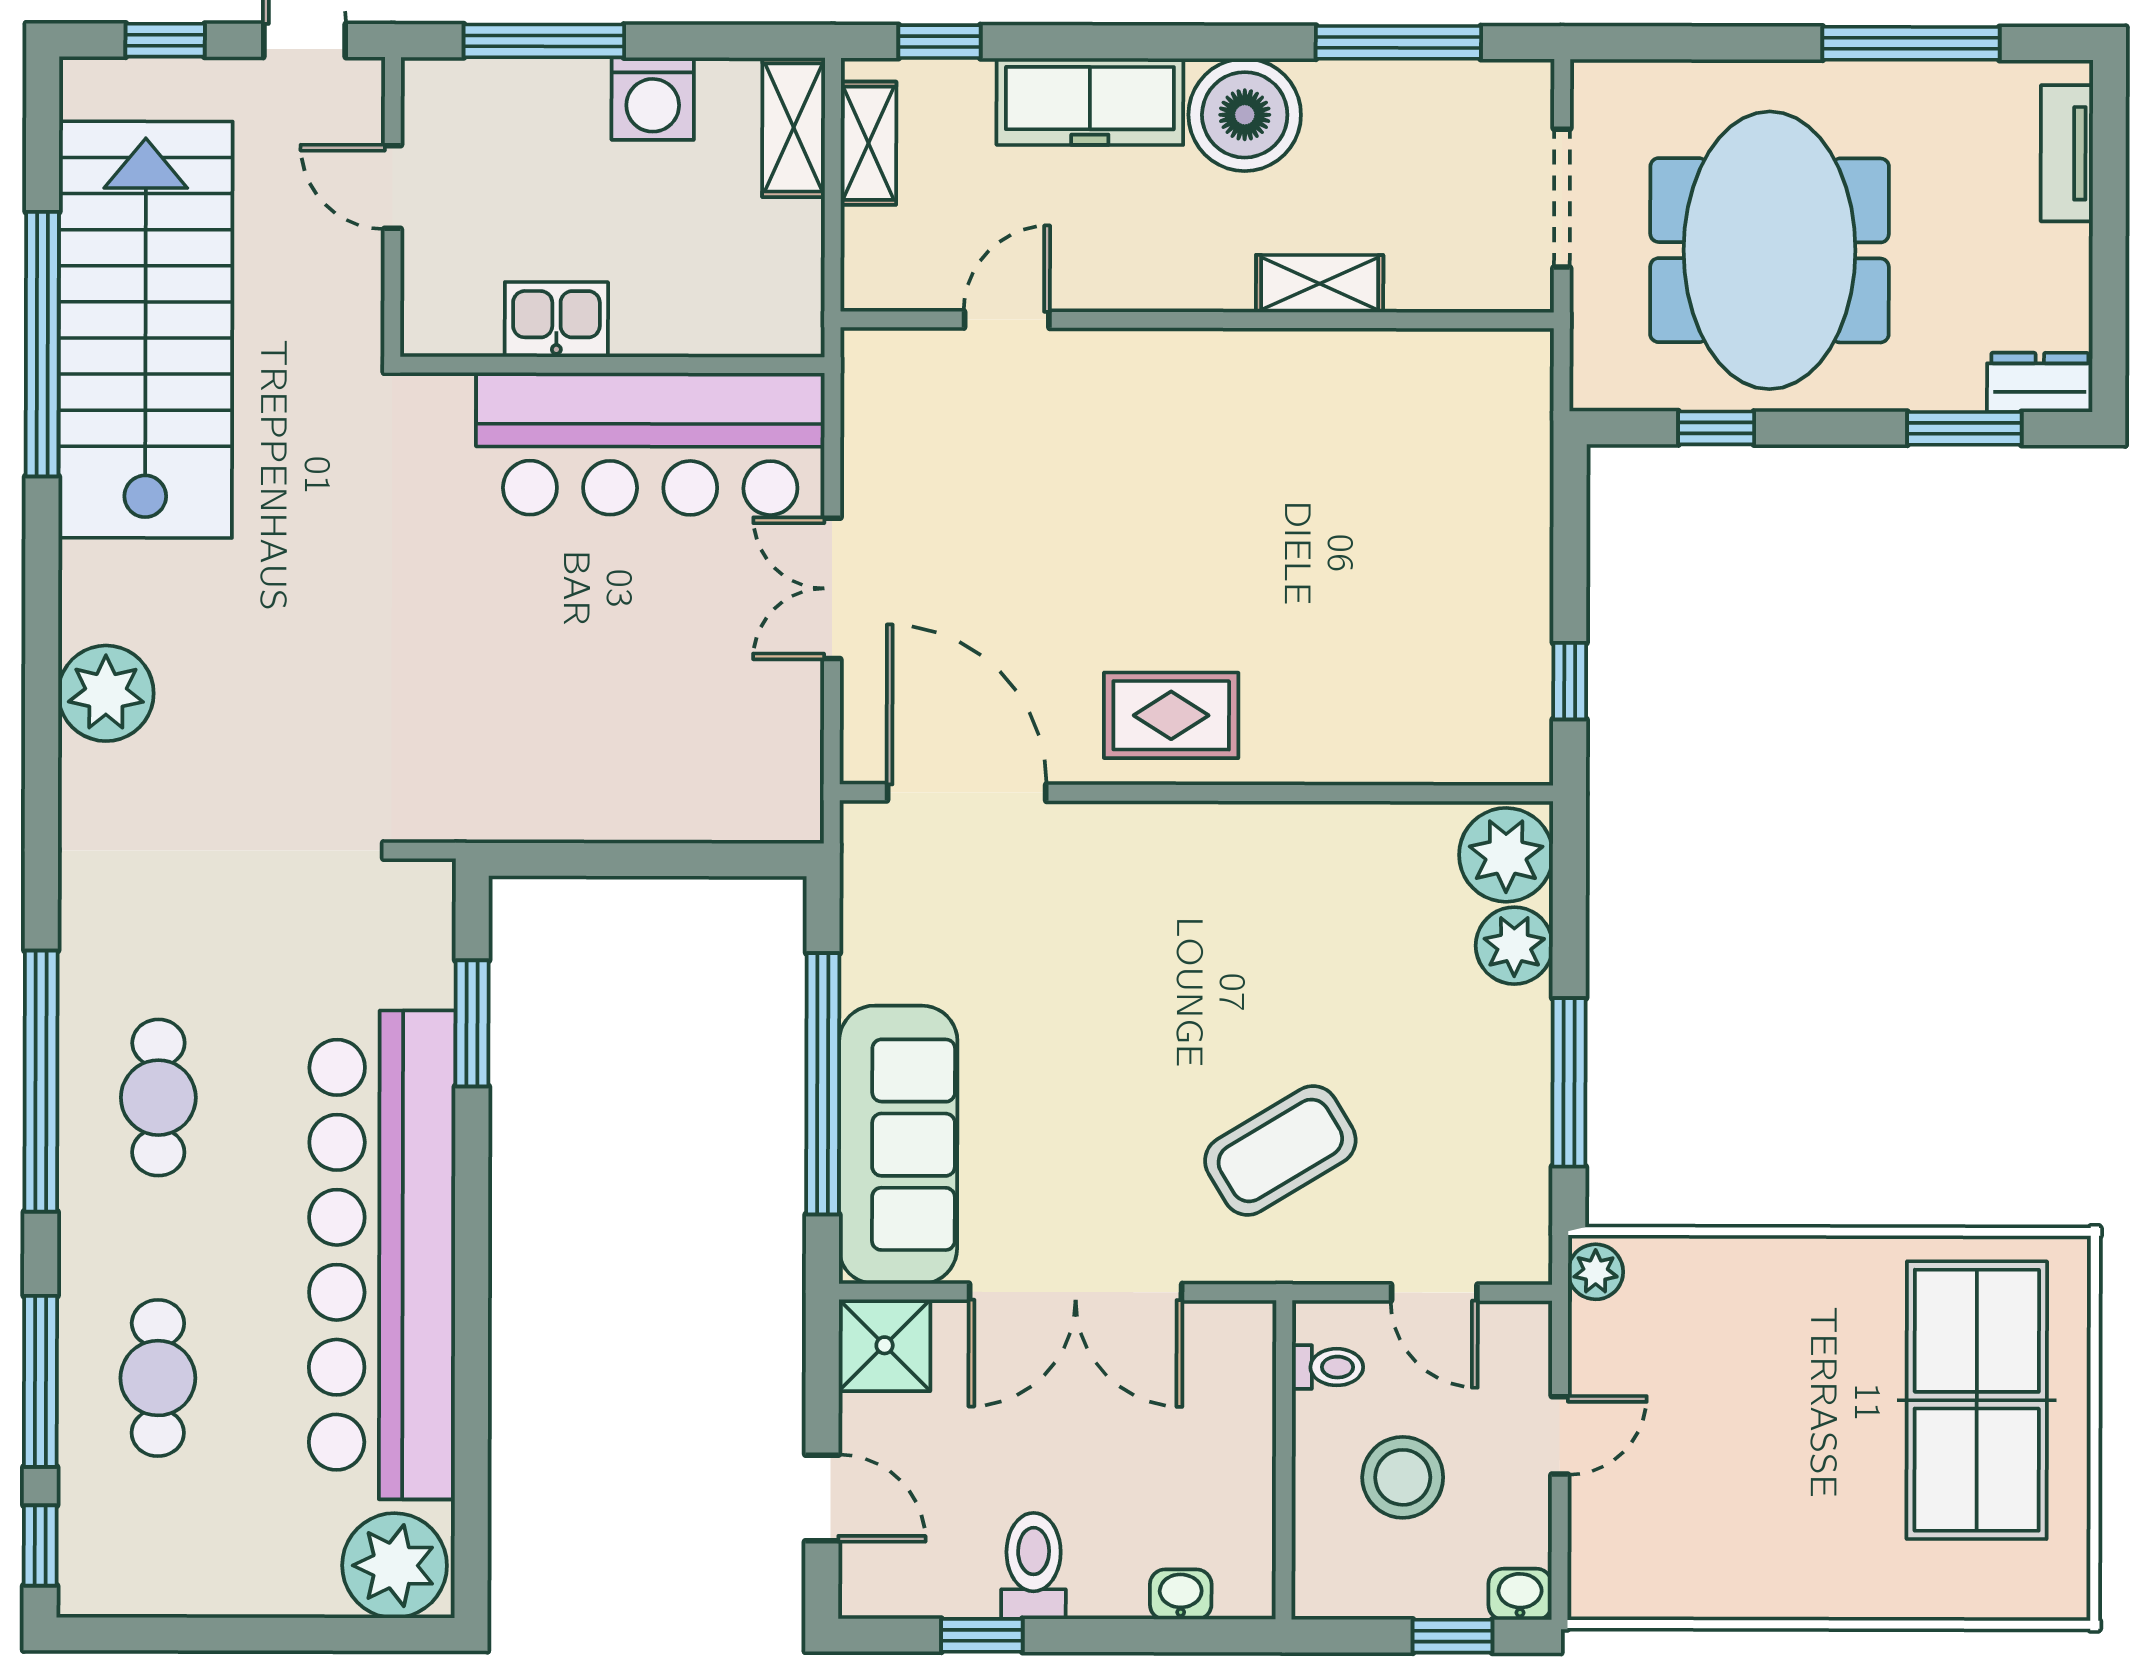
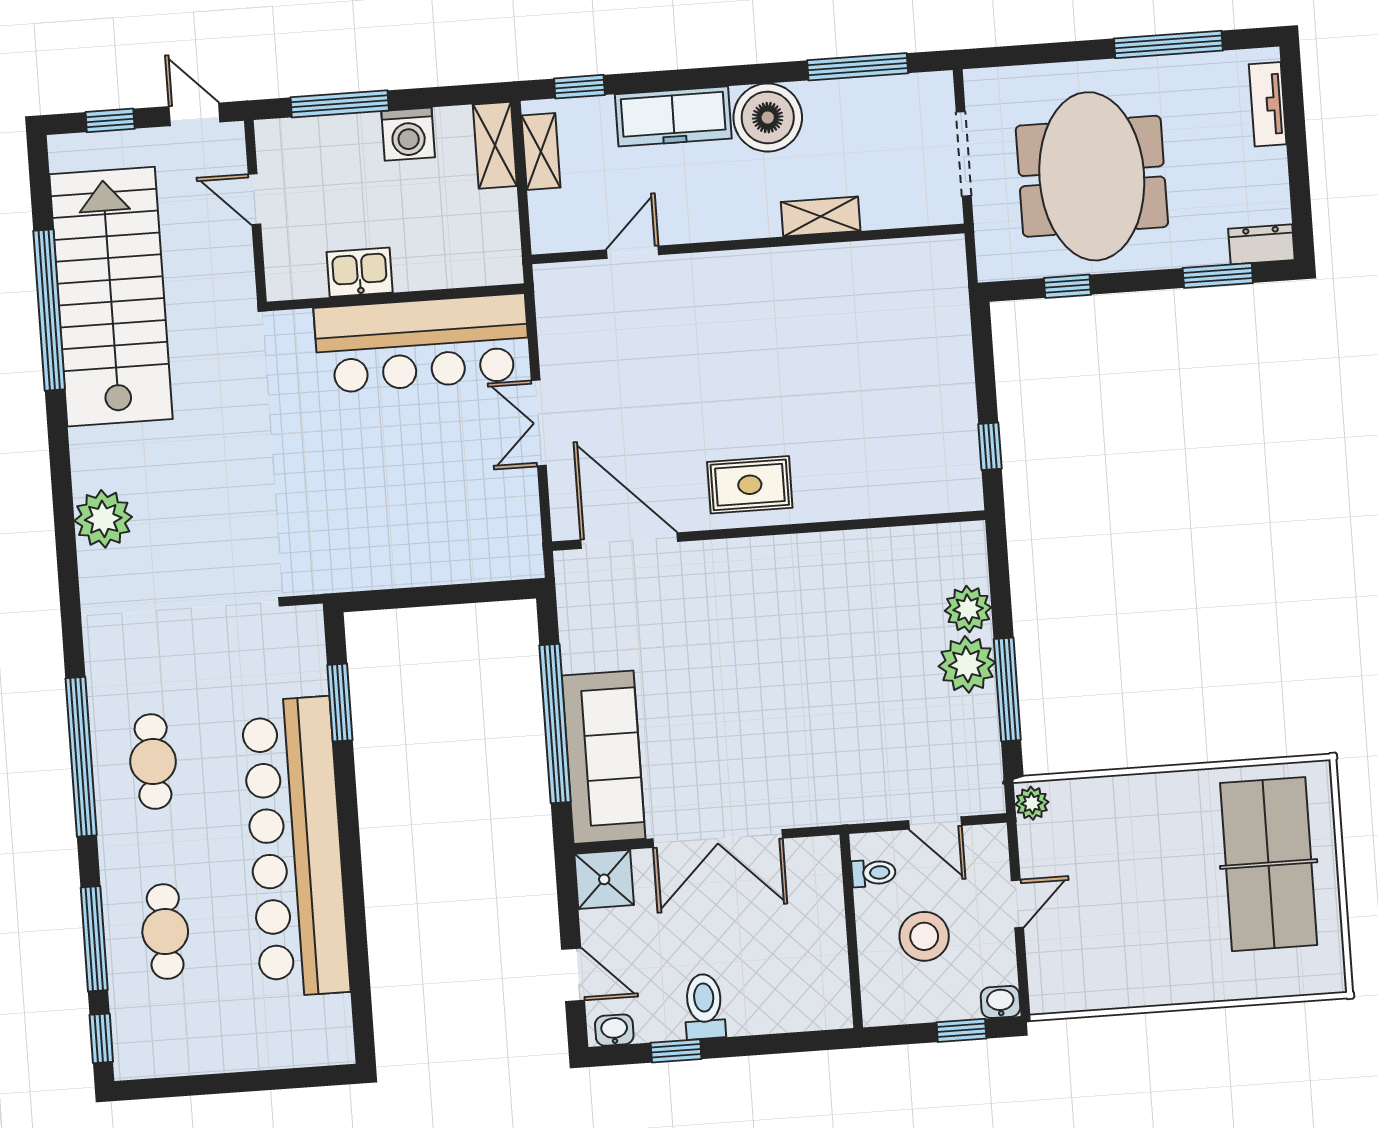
plant: (1506, 855) -> (967, 664), moved
coffee table: (1280, 1150) -> (835, 744), removed
plant: (395, 1566) -> (317, 1035), removed
washbasin: (1181, 1594) -> (614, 1030), moved

